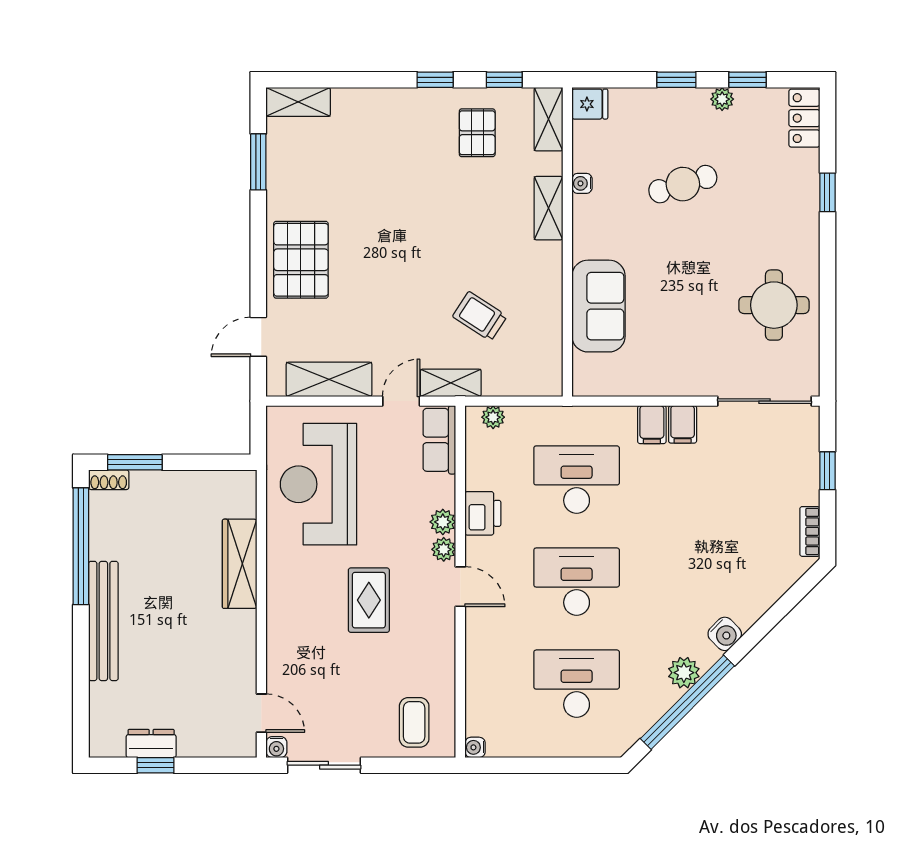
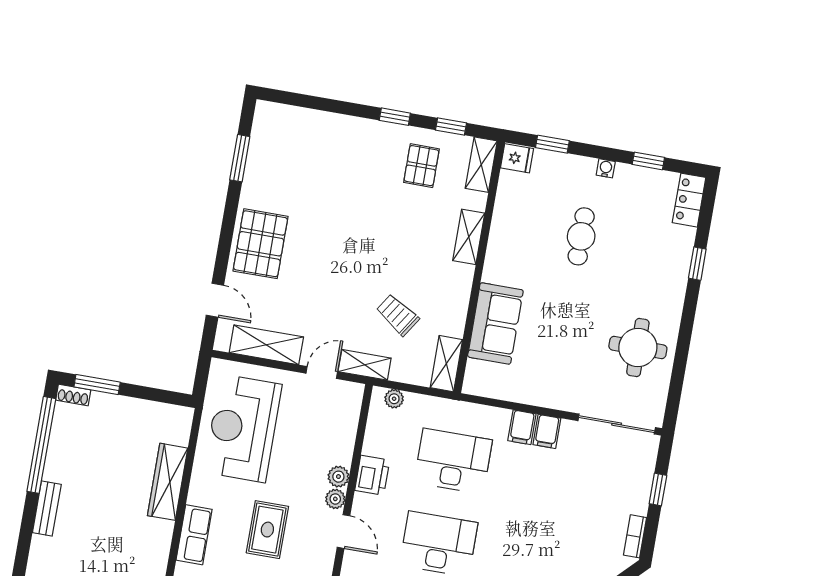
window: (676, 80) -> (552, 144), moved
plant: (722, 99) -> (625, 173), removed
shelving: (298, 102) -> (446, 364), moved, turned 90
water cooler: (582, 183) -> (606, 168), moved, turned 90
cafe table: (683, 184) -> (581, 236), turned -73
door: (258, 337) -> (215, 300), swing flipped
row of seats: (439, 440) -> (194, 535), moved, turned 180
bench: (103, 621) -> (47, 508), width x0.54, depth x0.82

